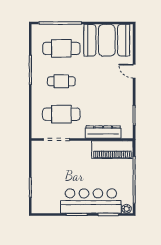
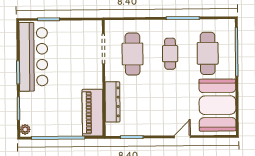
bar counter: (91, 201) -> (33, 57), moved

